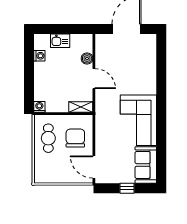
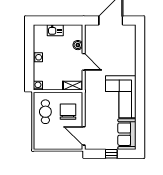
washing machine: (39, 56) -> (38, 57), moved

